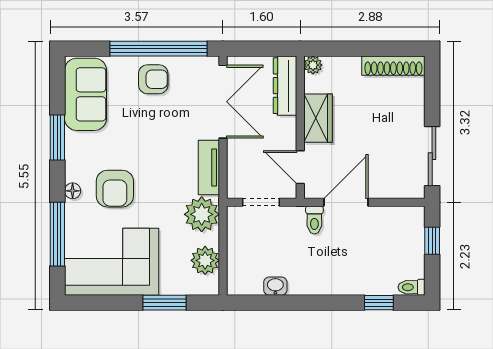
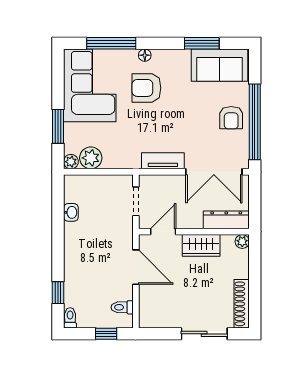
window: (57, 137) -> (202, 43), moved
sliding door: (432, 156) -> (204, 334), moved
plant: (202, 214) -> (71, 162), moved, width x0.53, depth x0.53
toilet: (314, 220) -> (122, 307), moved

